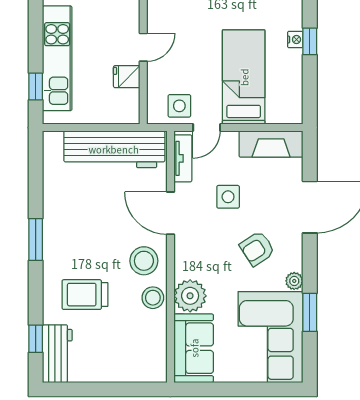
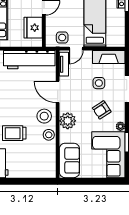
fridge: (127, 77) -> (33, 28), width x1.88, depth x1.34
side table: (228, 197) -> (99, 83), moved
plant: (190, 296) -> (68, 121), moved

